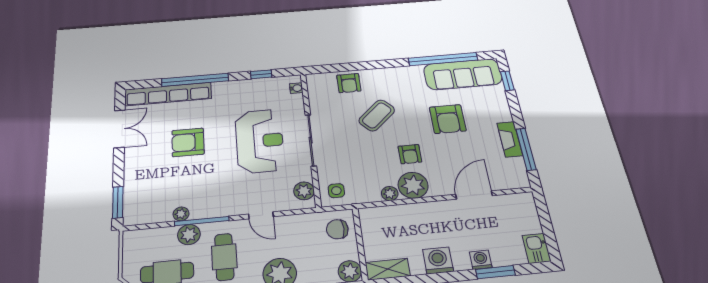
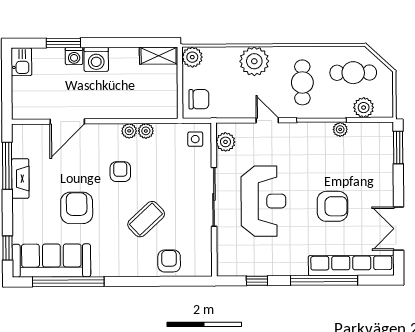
water cooler: (296, 88) -> (223, 260), removed
reception desk: (260, 141) -> (263, 201), turned 180
plant: (413, 185) -> (129, 131), width x0.53, depth x0.53
plant: (189, 235) -> (364, 108), moved
washing machine: (438, 260) -> (96, 59), moved

